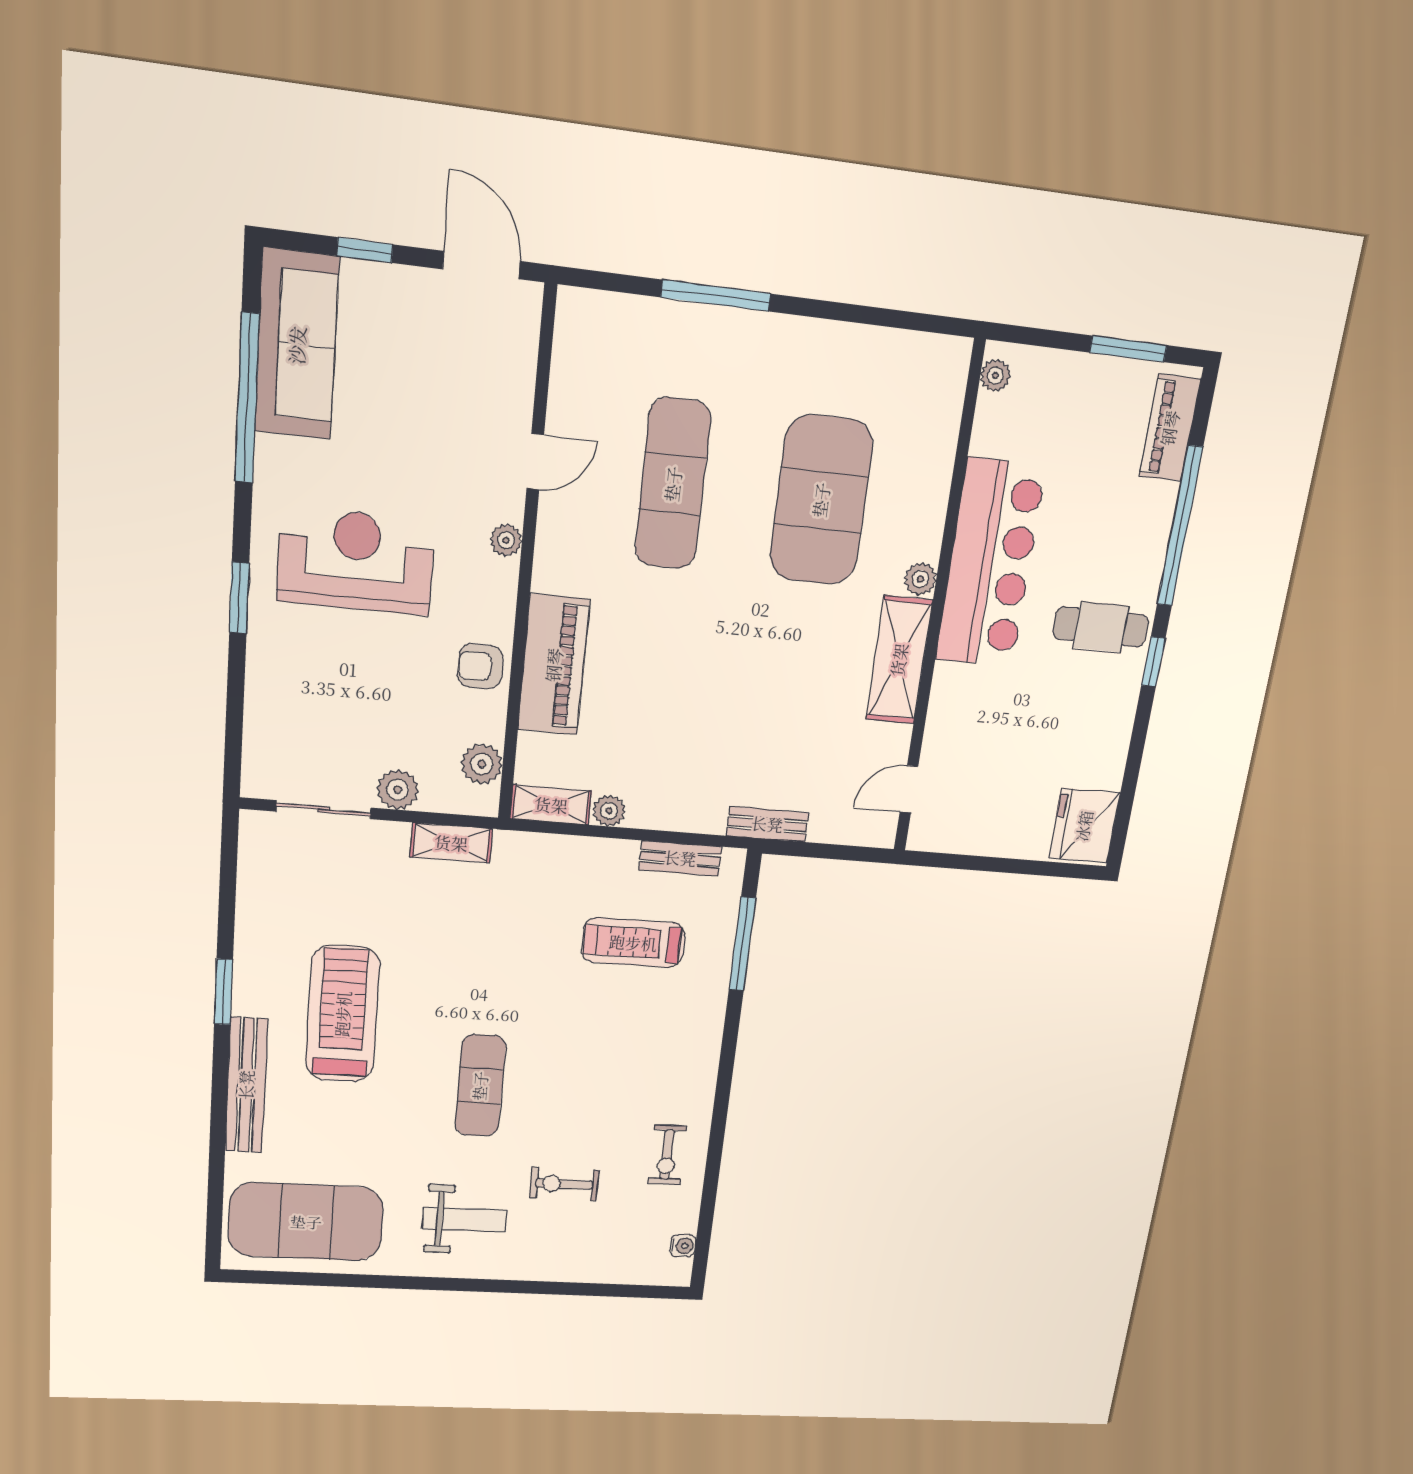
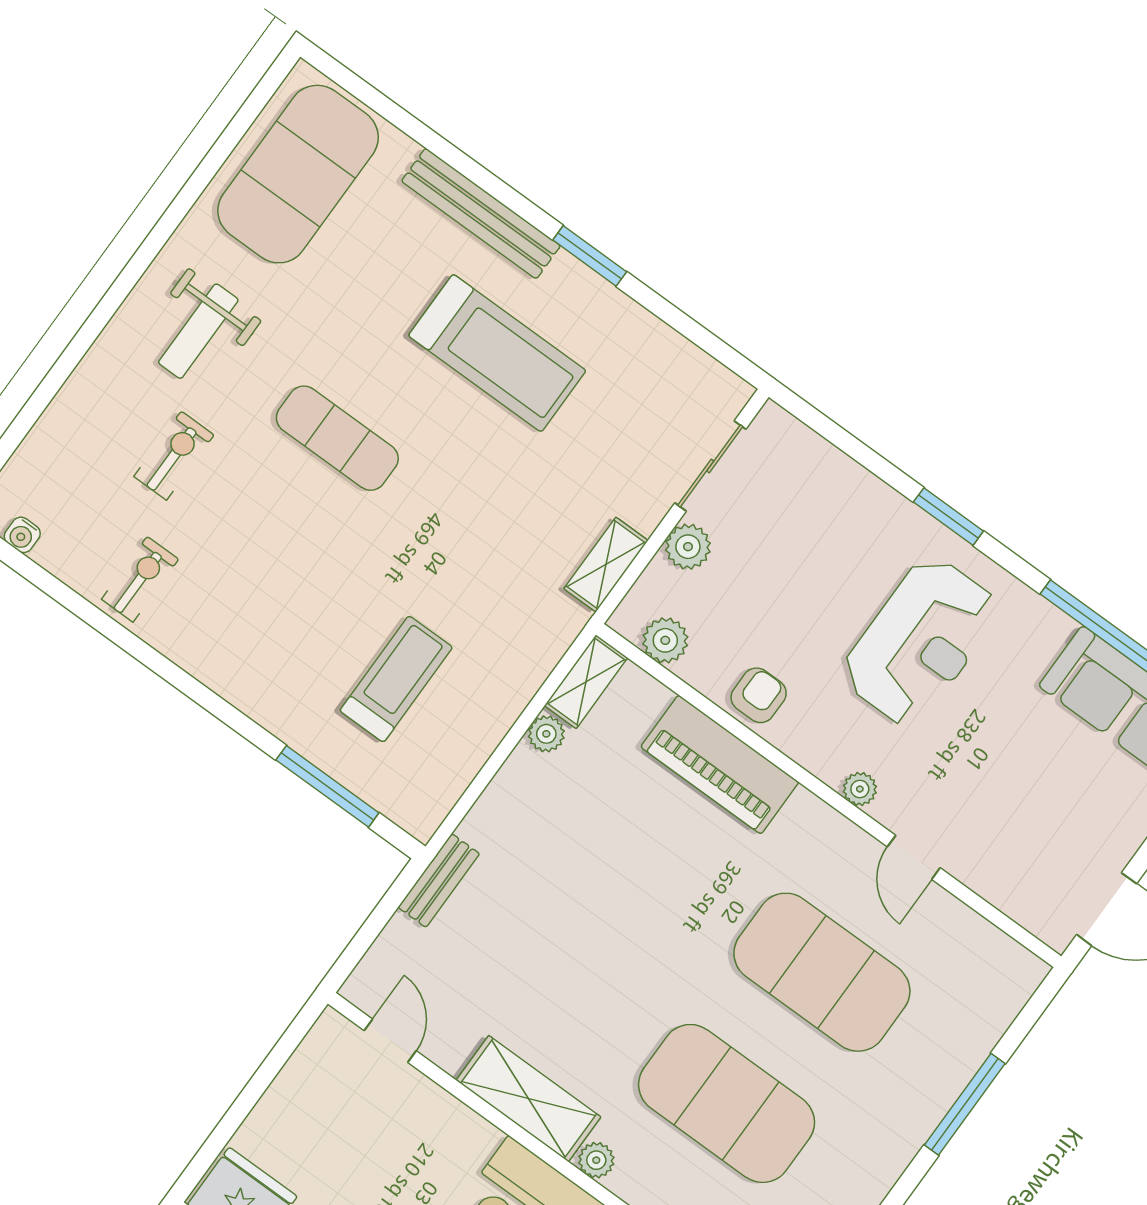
exercise mat: (673, 484) -> (822, 972), width x1.47
bench: (680, 858) -> (456, 775), removed
exercise bike: (667, 1155) -> (140, 579), turned 90

